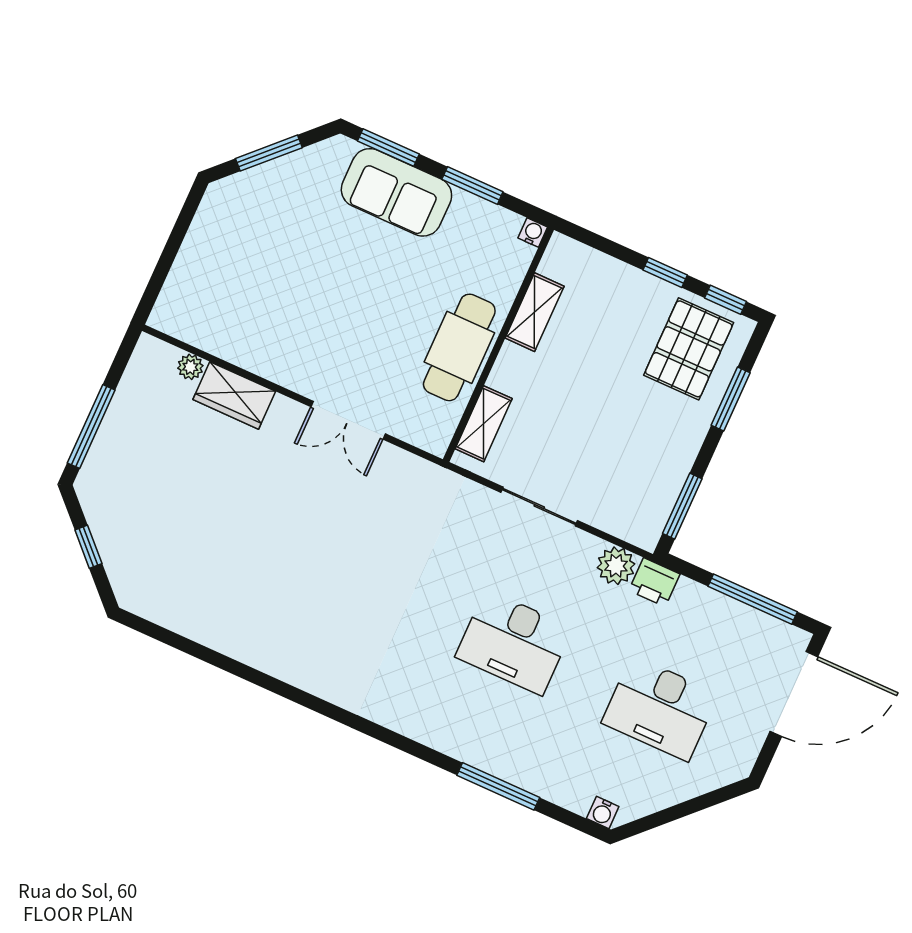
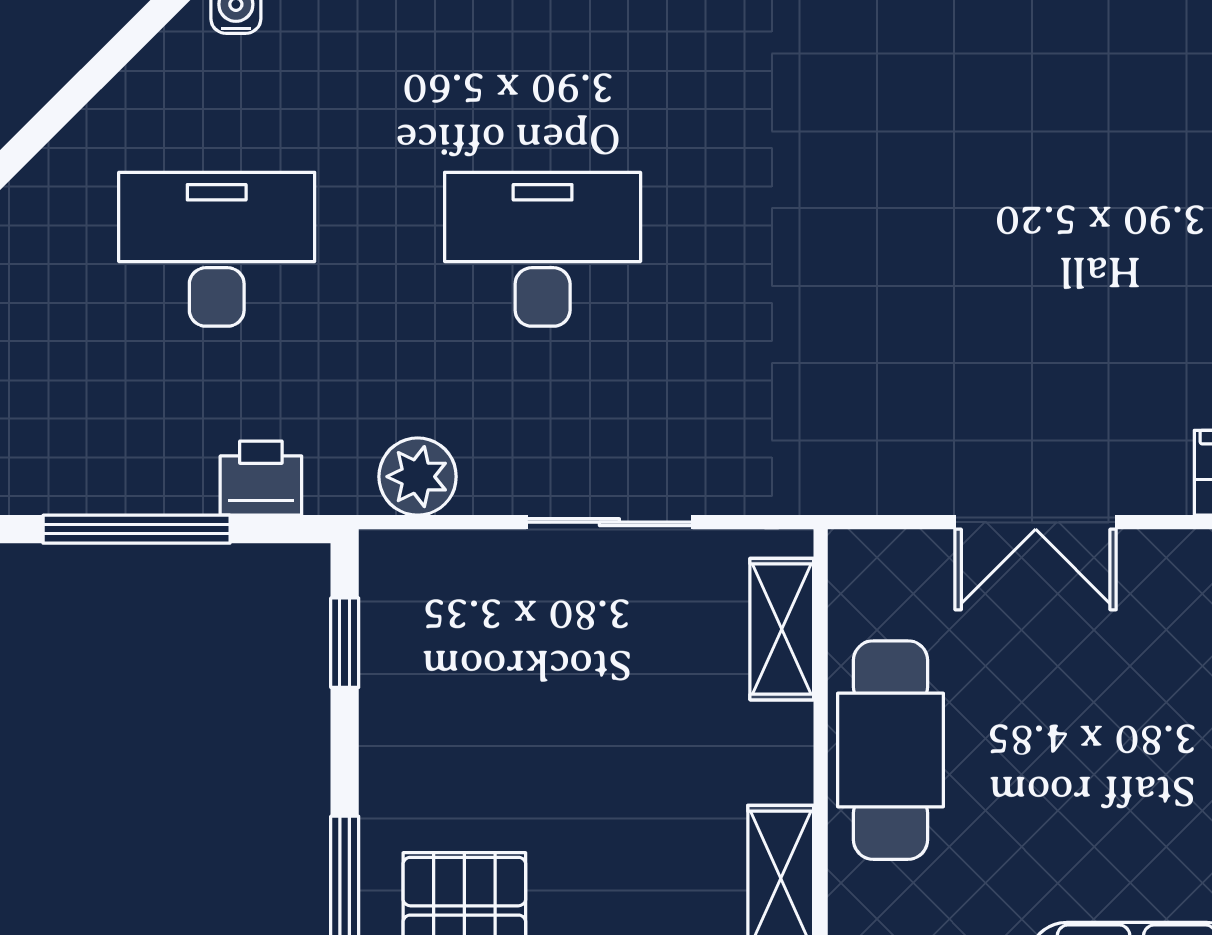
double door: (348, 420) -> (1036, 522), swing flipped
window: (682, 506) -> (345, 643), width x0.67
printer: (654, 582) -> (261, 478), moved

